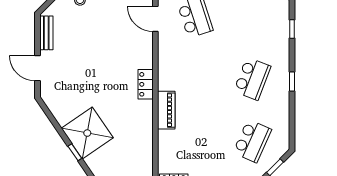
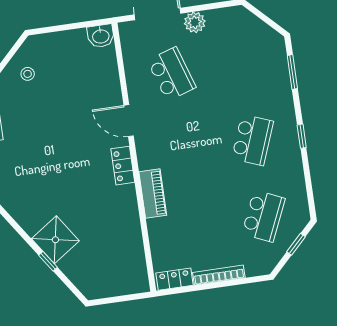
door: (155, 19) -> (129, 121), moved
window: (292, 29) -> (292, 72), width x1.50
shower: (87, 133) -> (55, 240), width x0.73, depth x0.73

